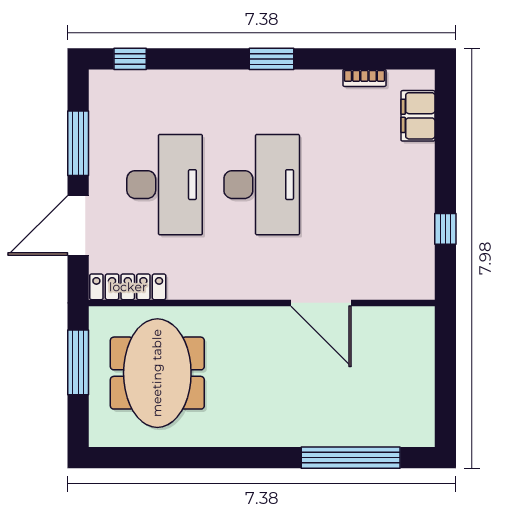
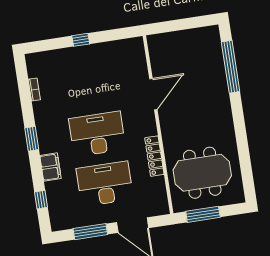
window: (130, 59) -> (41, 200), moved
filing cabinet: (418, 116) -> (50, 167), moved, turned -90
window: (445, 229) -> (81, 40), moved
locker: (128, 287) -> (154, 156), moved

